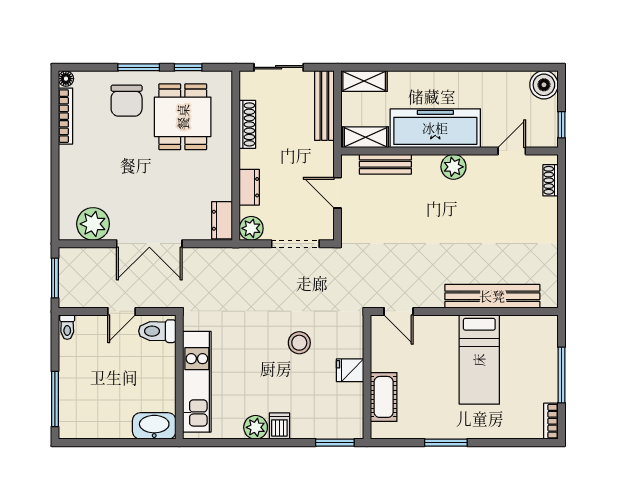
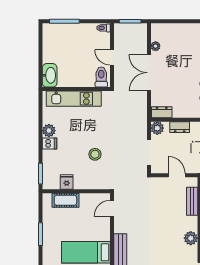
door: (338, 193) -> (177, 175), hinge flipped
plant: (93, 224) -> (156, 46), width x0.53, depth x0.53
fridge: (350, 370) -> (67, 182), moved

